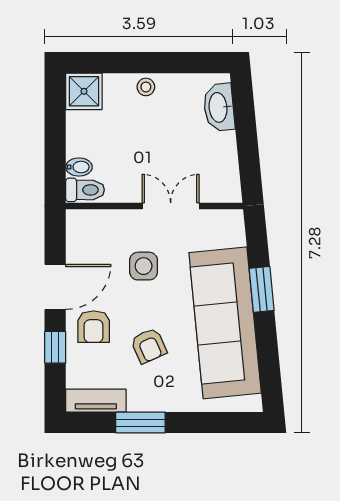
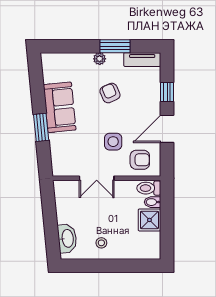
stool: (146, 87) -> (101, 243), moved
shower: (84, 91) -> (149, 220), moved
sofa: (225, 323) -> (60, 107), width x0.54, depth x0.79
armchair: (94, 327) -> (140, 160), moved, turned 90
plant: (166, 402) -> (100, 59), added

